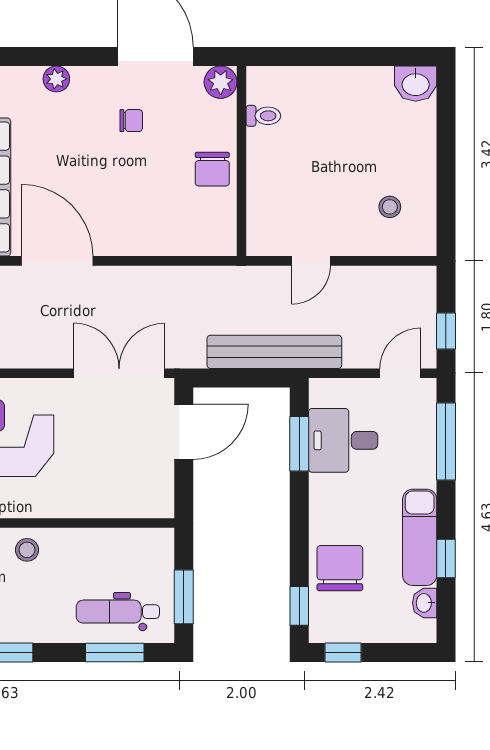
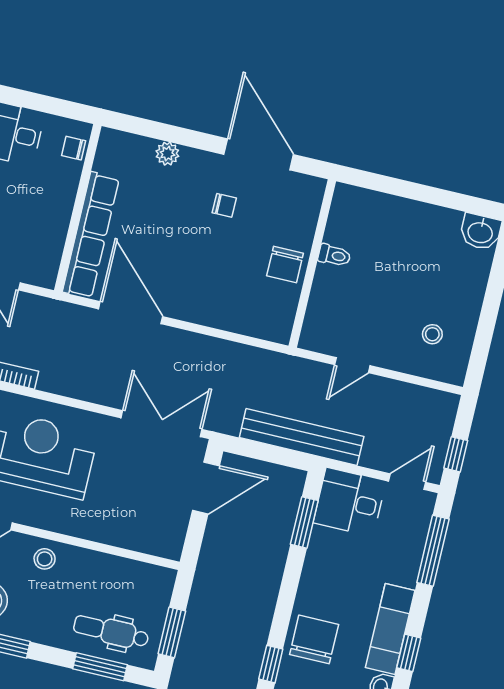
plant: (221, 82) -> (310, 190), removed
toilet: (263, 116) -> (334, 255), moved
desk: (343, 440) -> (350, 502), moved

